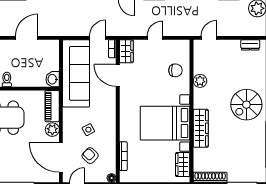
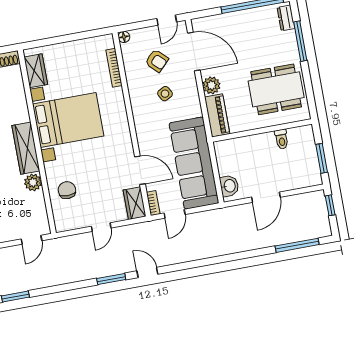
chair: (175, 70) -> (67, 190), turned 90
washbasin: (53, 79) -> (229, 186), moved
wardrobe: (201, 128) -> (26, 148), moved

